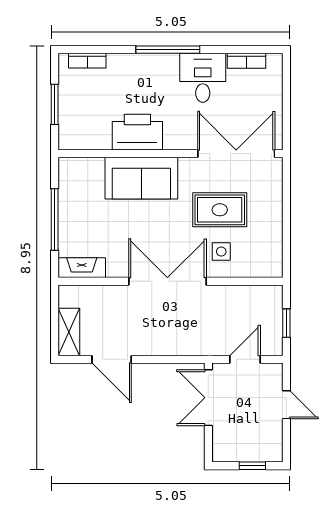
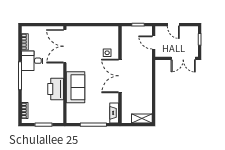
rug: (220, 210) -> (89, 53), removed
door: (112, 359) -> (154, 100), removed
double door: (208, 398) -> (183, 58), moved
door: (286, 405) -> (173, 25), swing flipped

